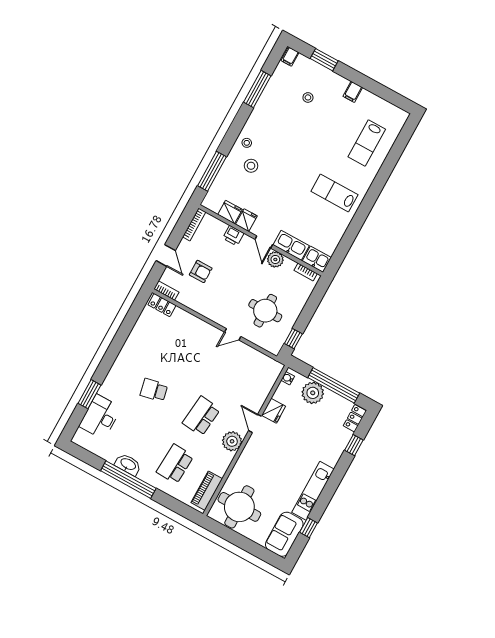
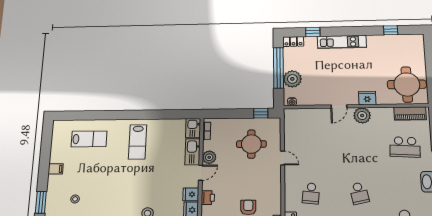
fridge: (274, 411) -> (367, 98), moved
school desk: (201, 416) -> (311, 193), moved, width x0.54
kitchen unit: (313, 491) -> (342, 42), moved
sofa: (284, 534) -> (406, 44), removed

